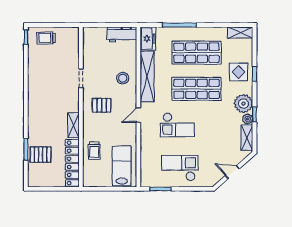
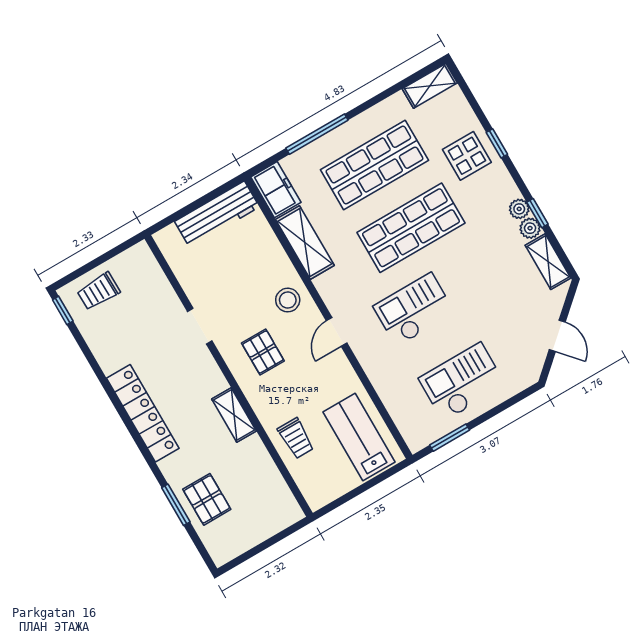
workbench: (122, 34) -> (217, 214), width x1.38
shelving: (147, 77) -> (305, 242), width x0.68
stool: (123, 78) -> (288, 300), moved
plant: (243, 104) -> (519, 209), width x0.53, depth x0.53
pallet: (102, 105) -> (263, 352), turned 90
checkout: (177, 125) -> (414, 310), turned 180
pallet: (41, 155) -> (207, 499), turned 90
locker: (72, 163) -> (143, 413), moved, turned 180
door: (232, 172) -> (557, 336), swing flipped

